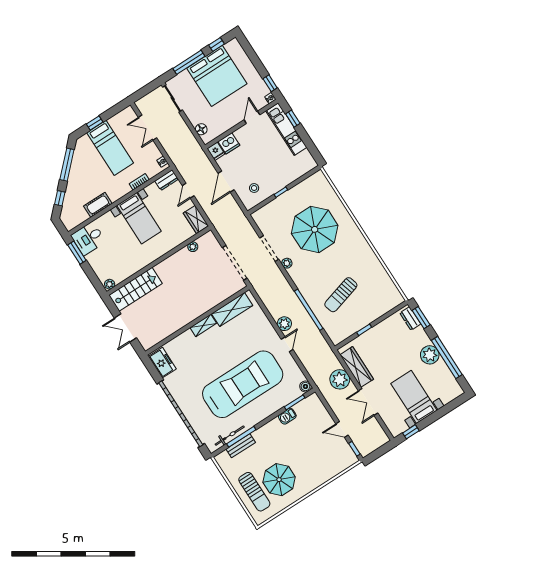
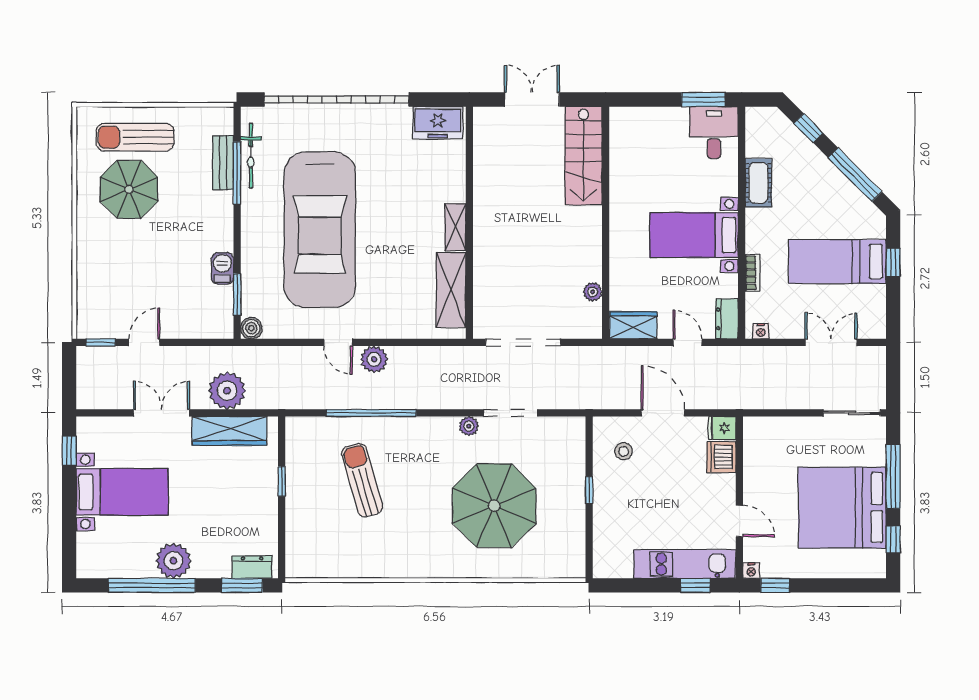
floor lamp: (201, 129) -> (773, 427), removed
plant: (110, 284) -> (619, 119), removed

